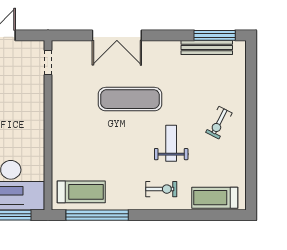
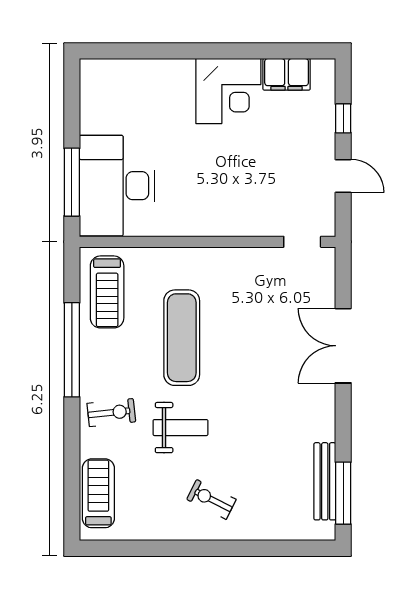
exercise mat: (130, 99) -> (182, 338), moved
exercise bike: (161, 189) -> (111, 413), turned -96
window: (97, 215) -> (72, 350), moved

